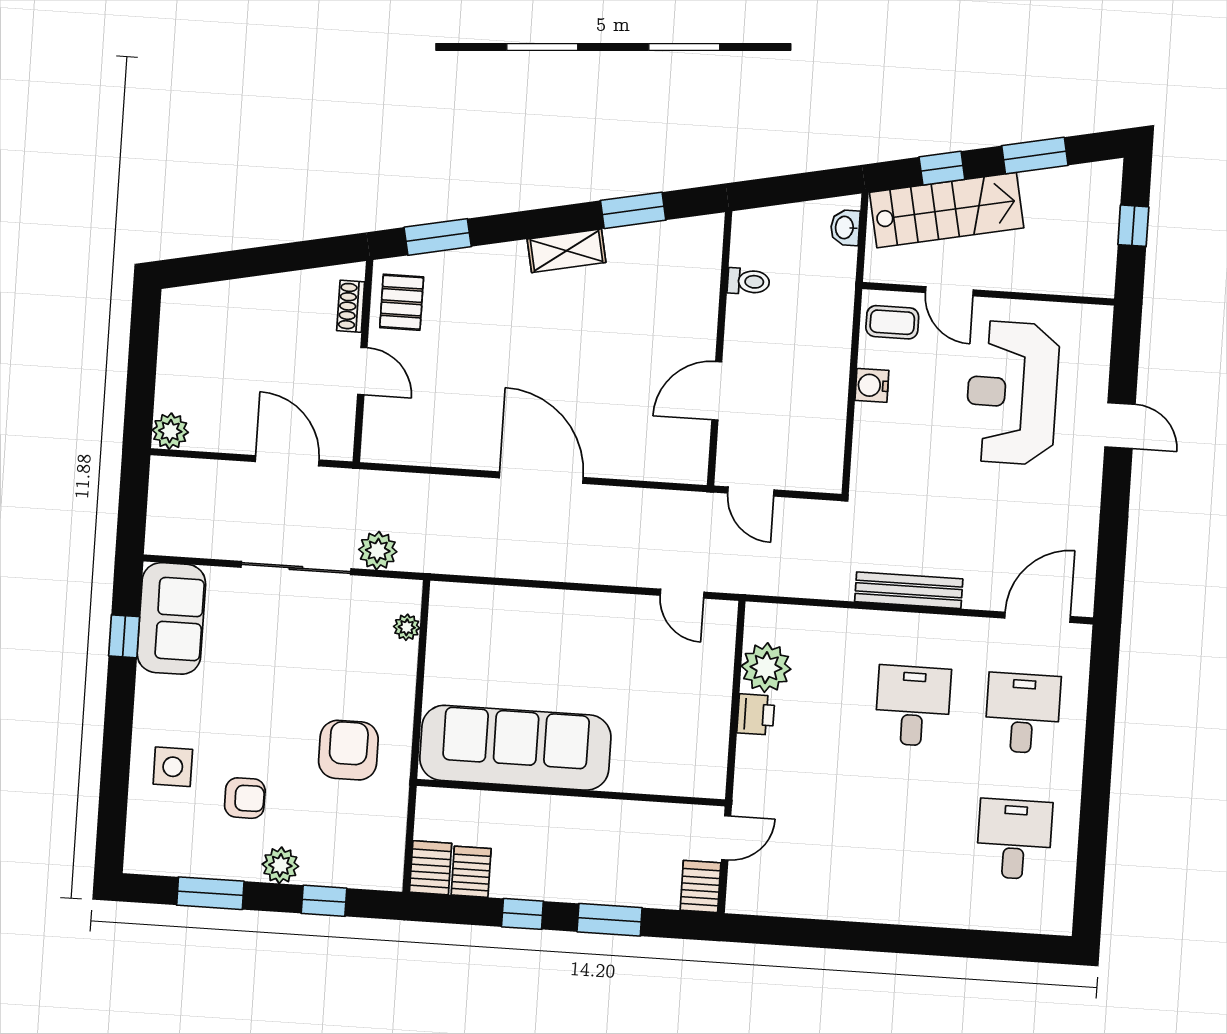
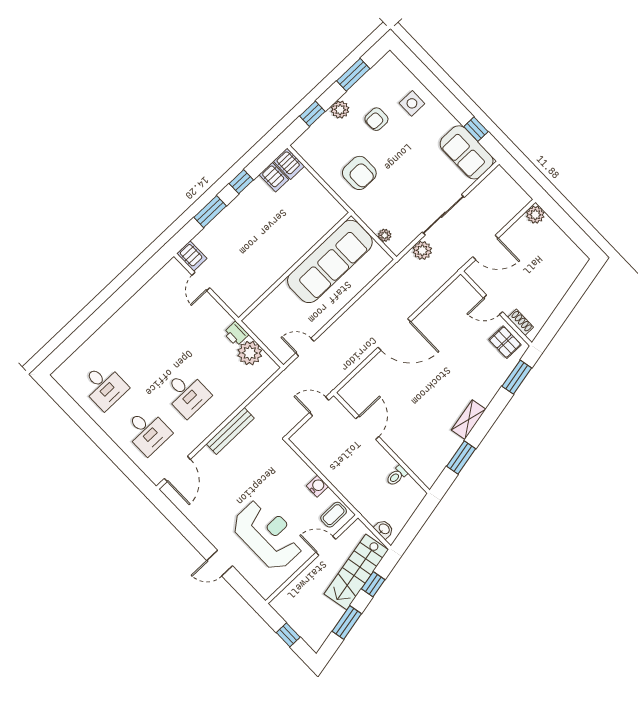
sofa: (515, 748) -> (330, 261), moved
wall: (571, 793) -> (295, 267), moved

